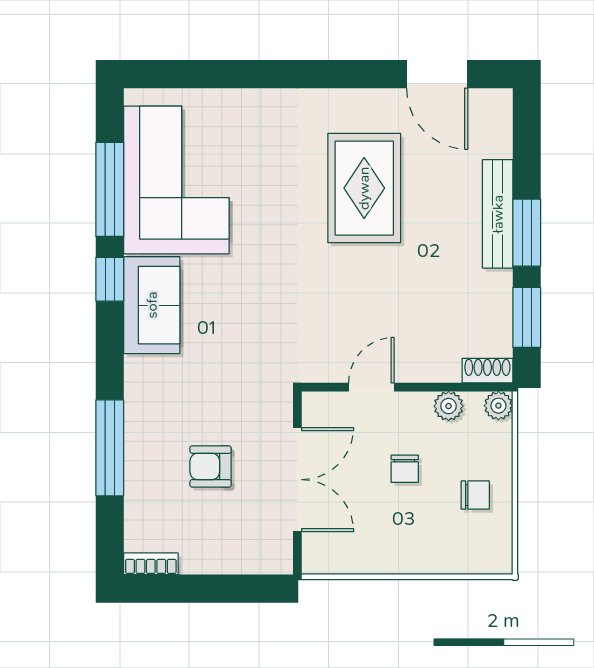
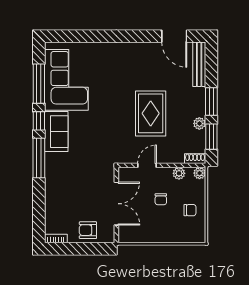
rug: (364, 188) -> (151, 113), moved
bench: (498, 214) -> (199, 64), moved
plant: (498, 286) -> (199, 123), added
window: (110, 448) -> (39, 158), moved
armchair: (211, 466) -> (88, 230), moved

